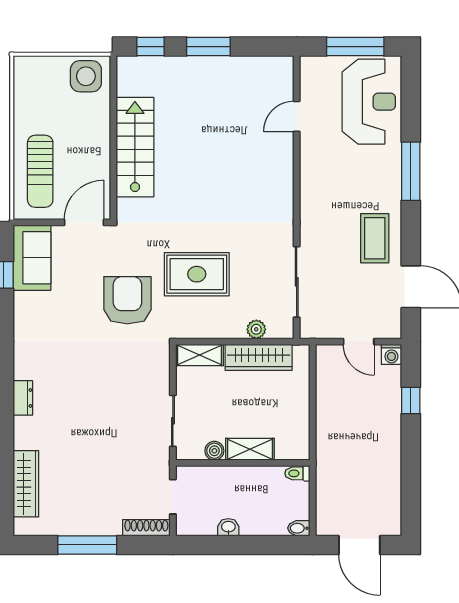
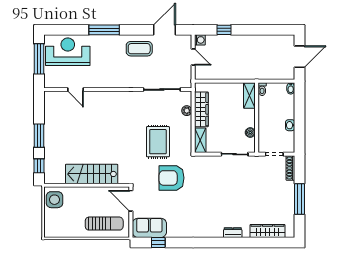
door: (359, 342) -> (193, 57), hinge flipped
dresser: (23, 398) -> (233, 233), moved
shelving: (250, 449) -> (249, 96), moved

